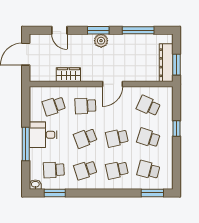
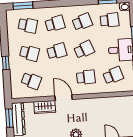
wardrobe: (68, 75) -> (45, 107), moved
door: (112, 84) -> (64, 98), hinge flipped

